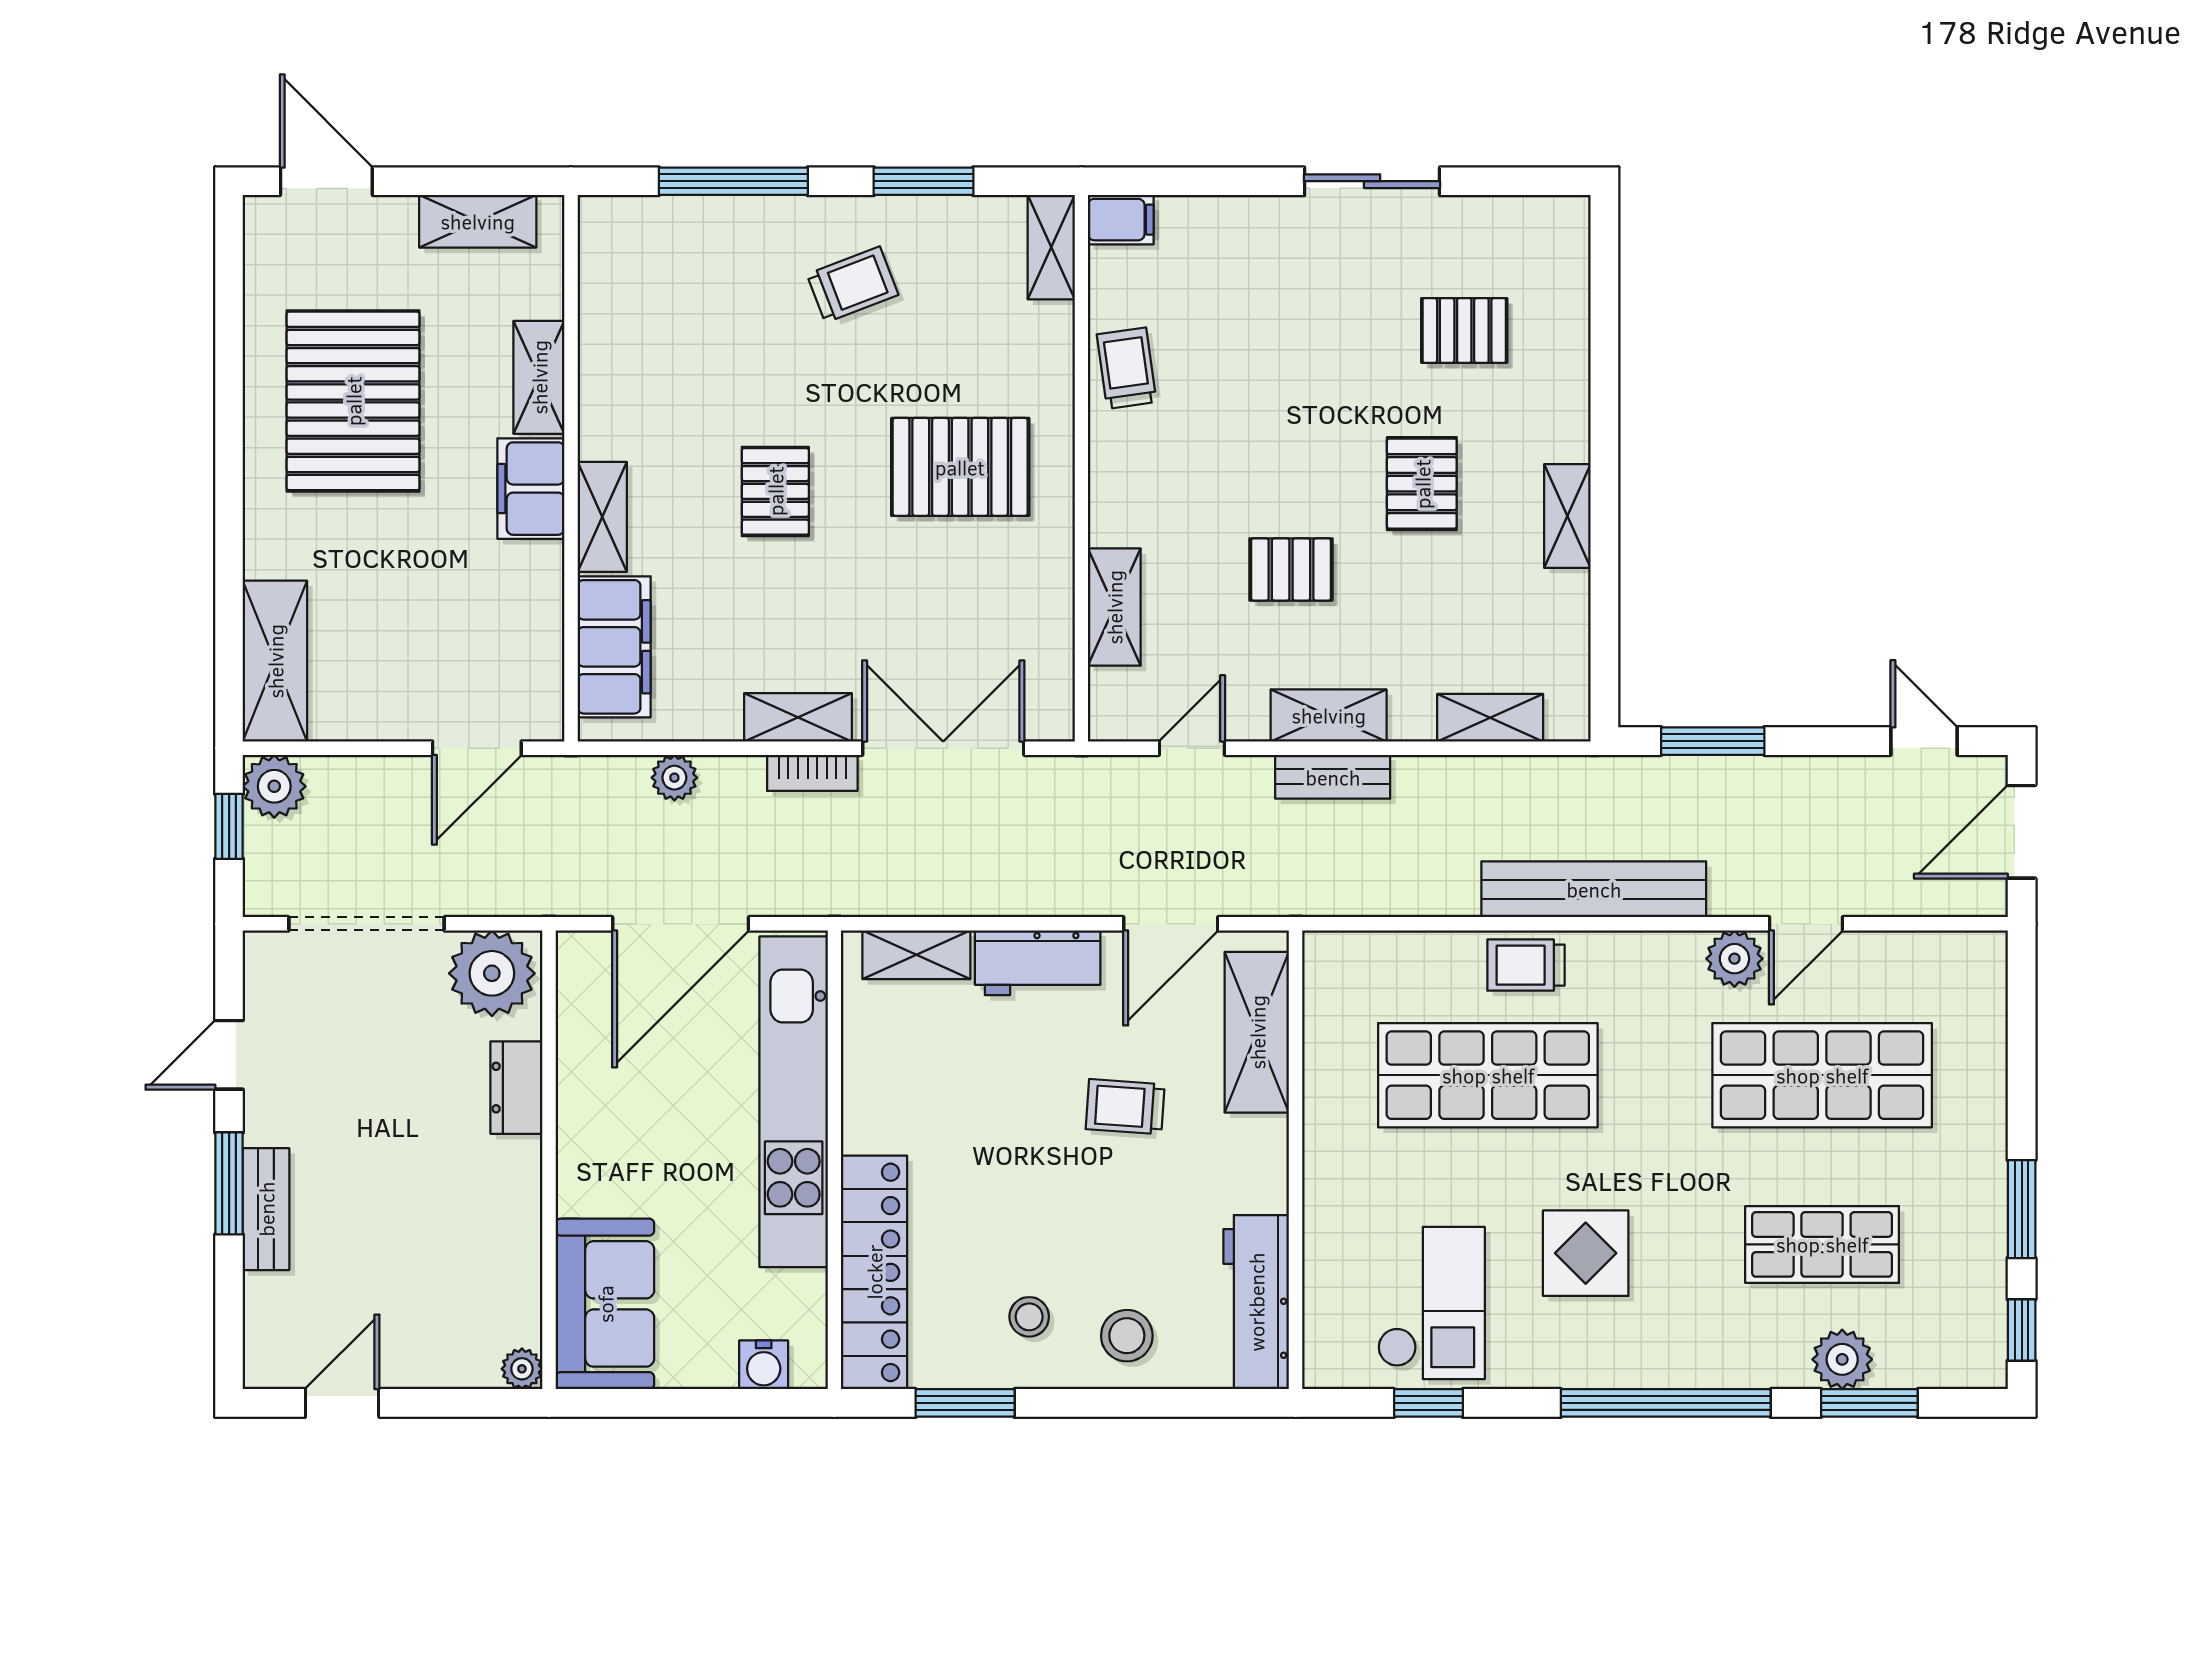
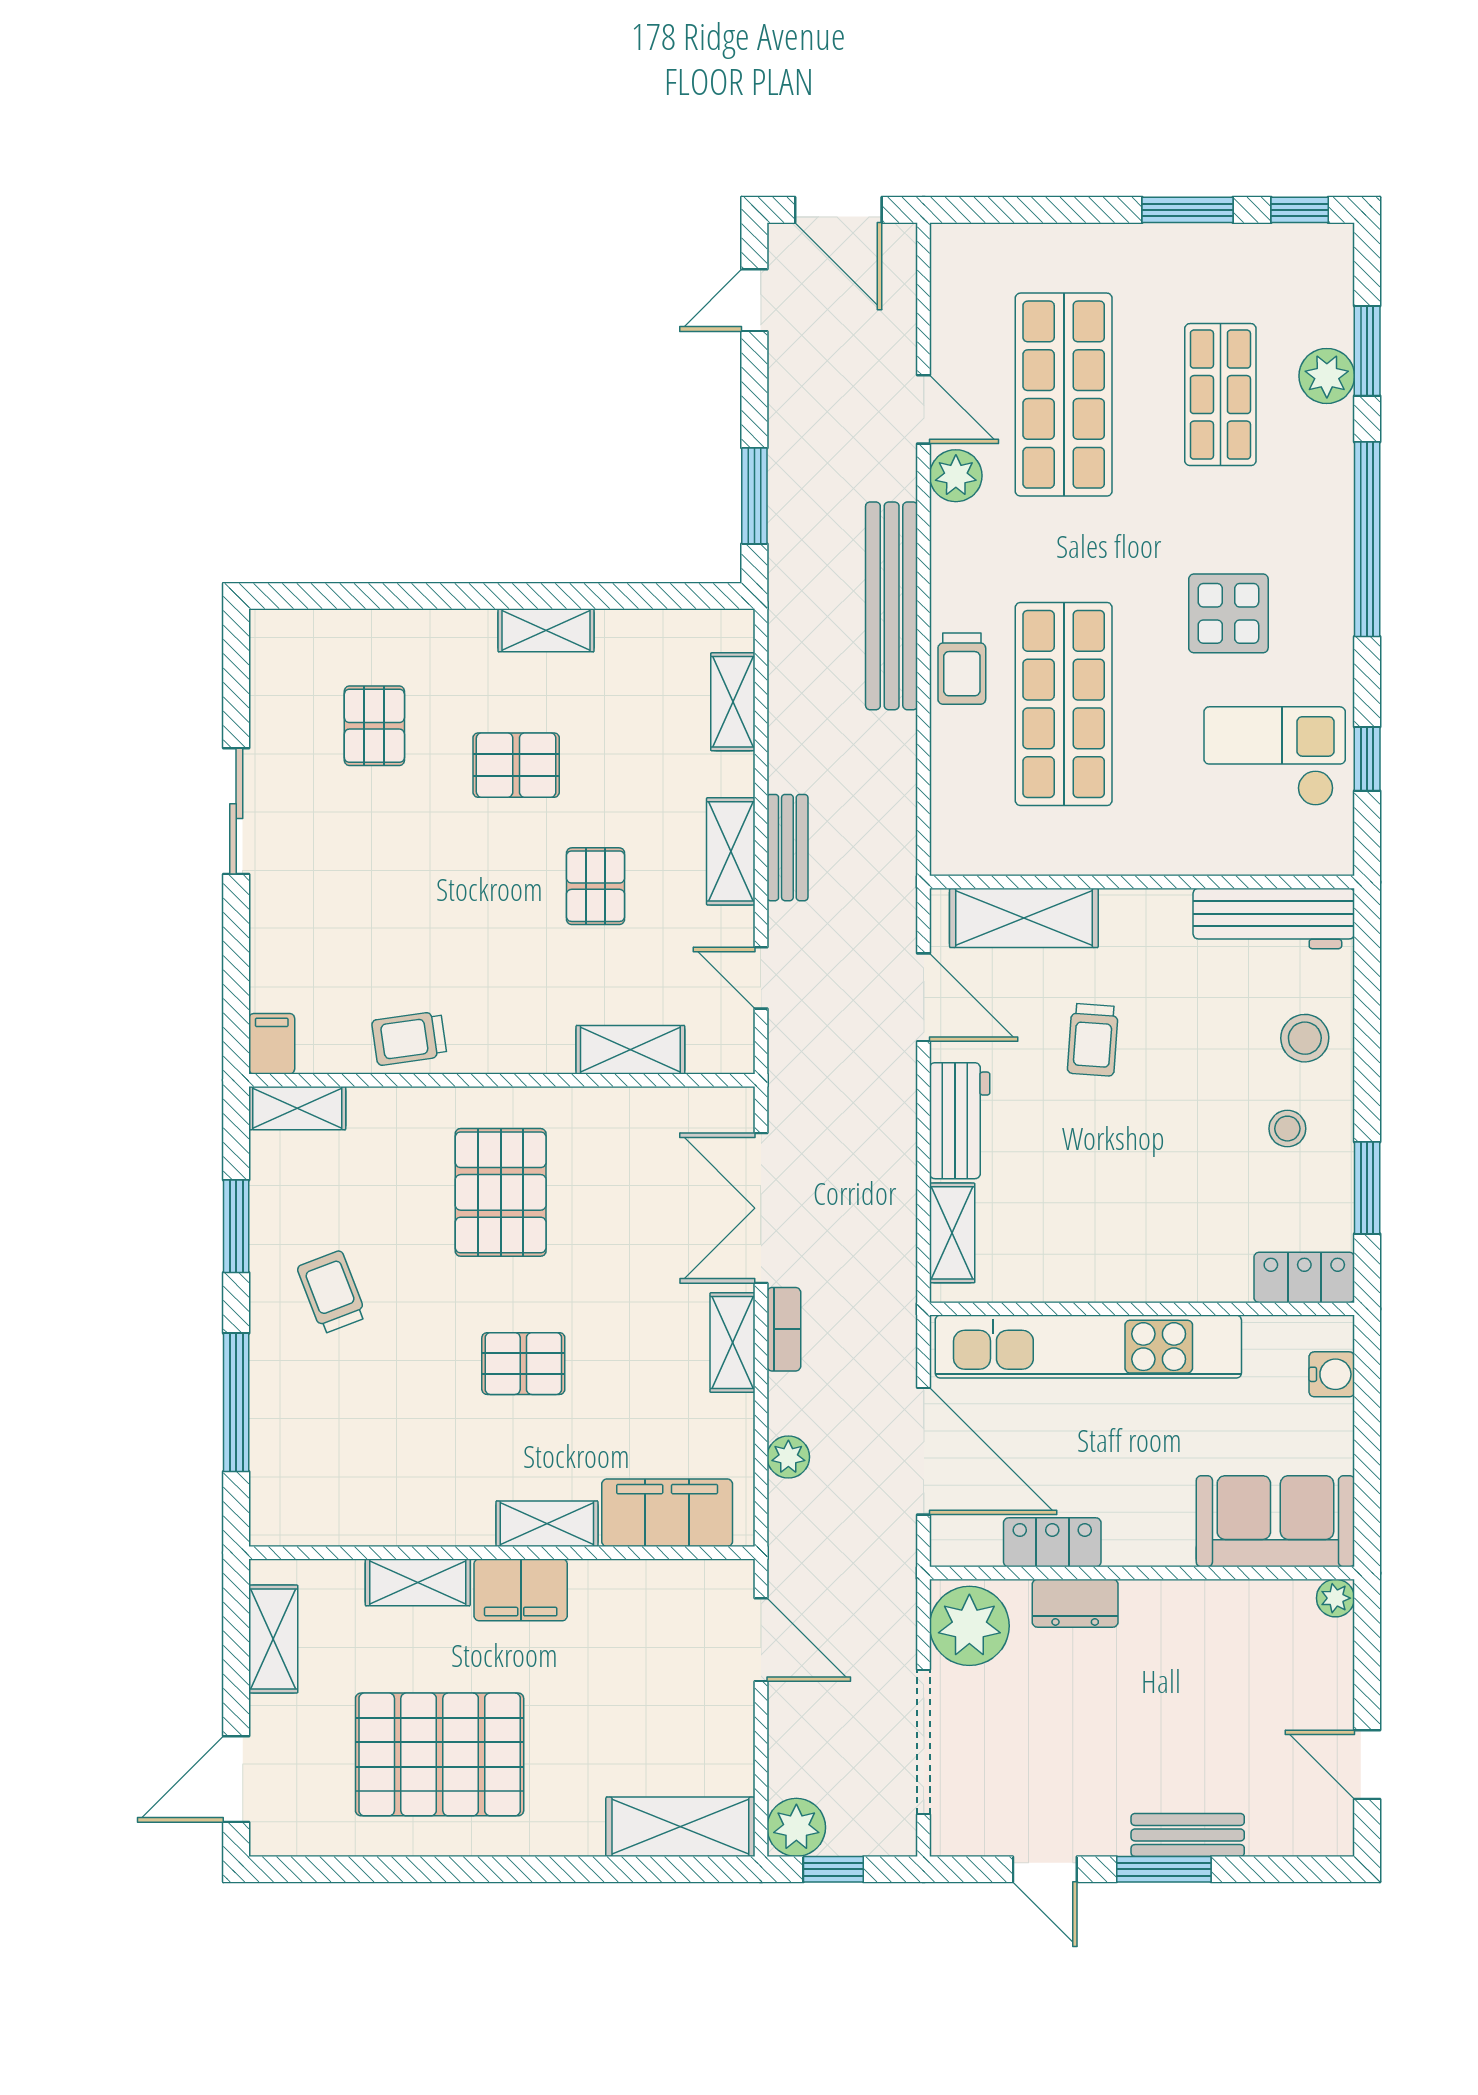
locker: (582, 1063) -> (1052, 1542), added
locker: (874, 1272) -> (1304, 1277), width x0.46, depth x0.83

